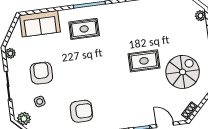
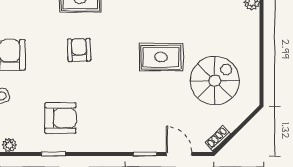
armchair: (88, 63) -> (79, 50), added

